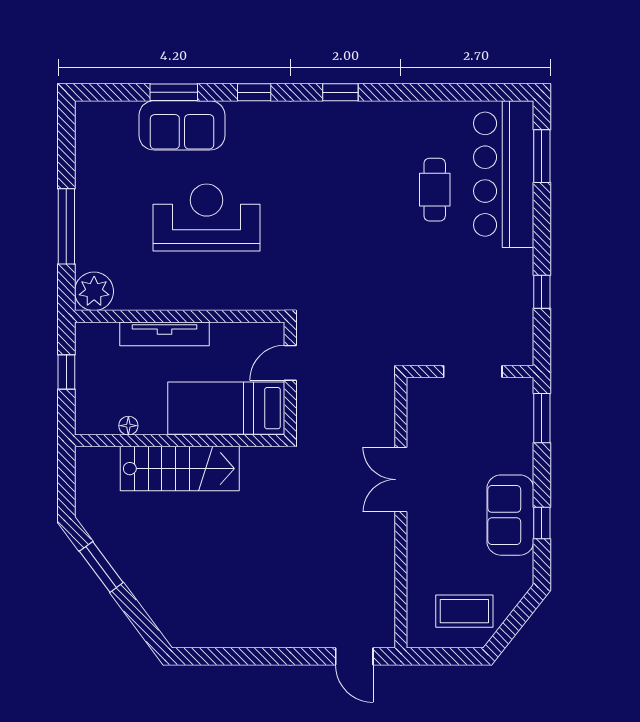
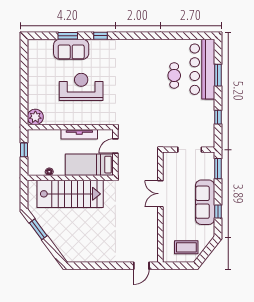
window: (340, 92) -> (136, 36), removed
window: (542, 156) -> (218, 75), moved
window: (66, 226) -> (24, 90), removed
tv unit: (165, 334) -> (79, 134), moved
stairs: (180, 469) -> (70, 194), width x1.36, depth x1.51
sofa: (510, 515) -> (205, 202), width x1.36
door: (354, 656) -> (141, 266), hinge flipped

